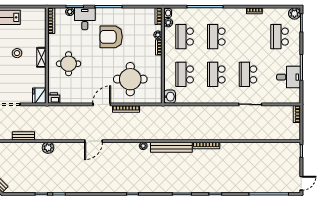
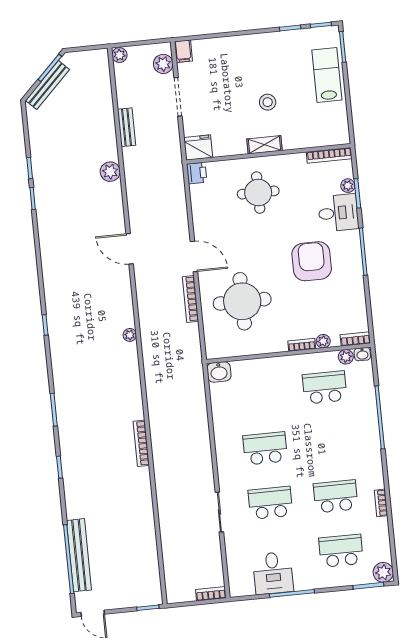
school desk: (216, 37) -> (336, 496), moved
school desk: (185, 74) -> (260, 394), removed
bench: (171, 147) -> (79, 555), moved

